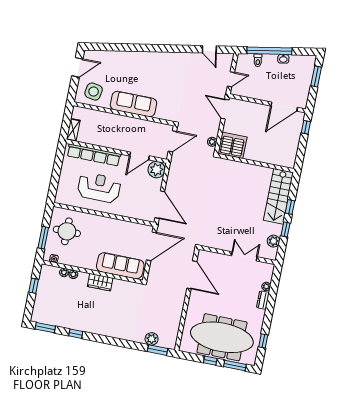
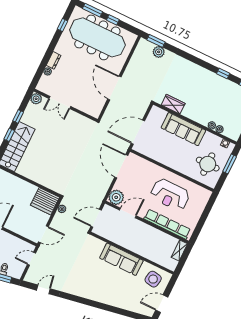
door: (209, 49) -> (43, 289), hinge flipped
door: (225, 109) -> (43, 234), hinge flipped
plant: (273, 241) -> (36, 99), moved
sofa: (120, 266) -> (183, 129), moved
door: (192, 275) -> (114, 88), moved
wardrobe: (100, 282) -> (173, 104), moved

